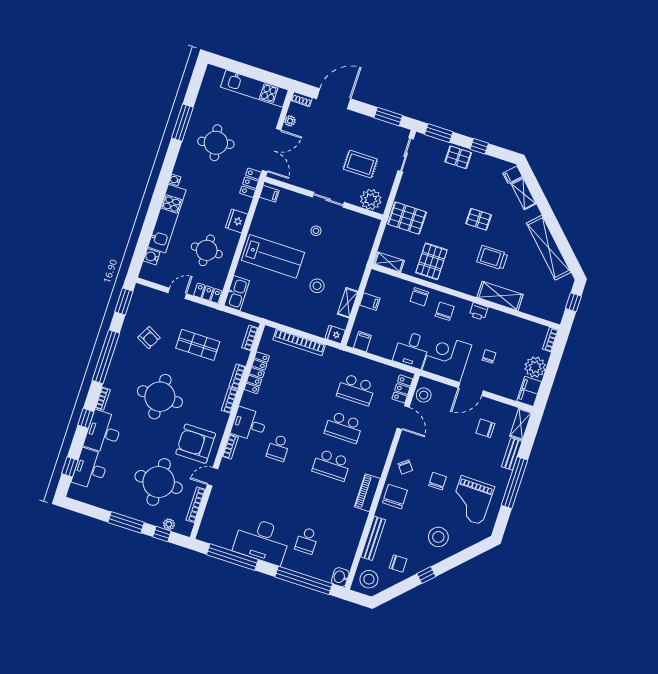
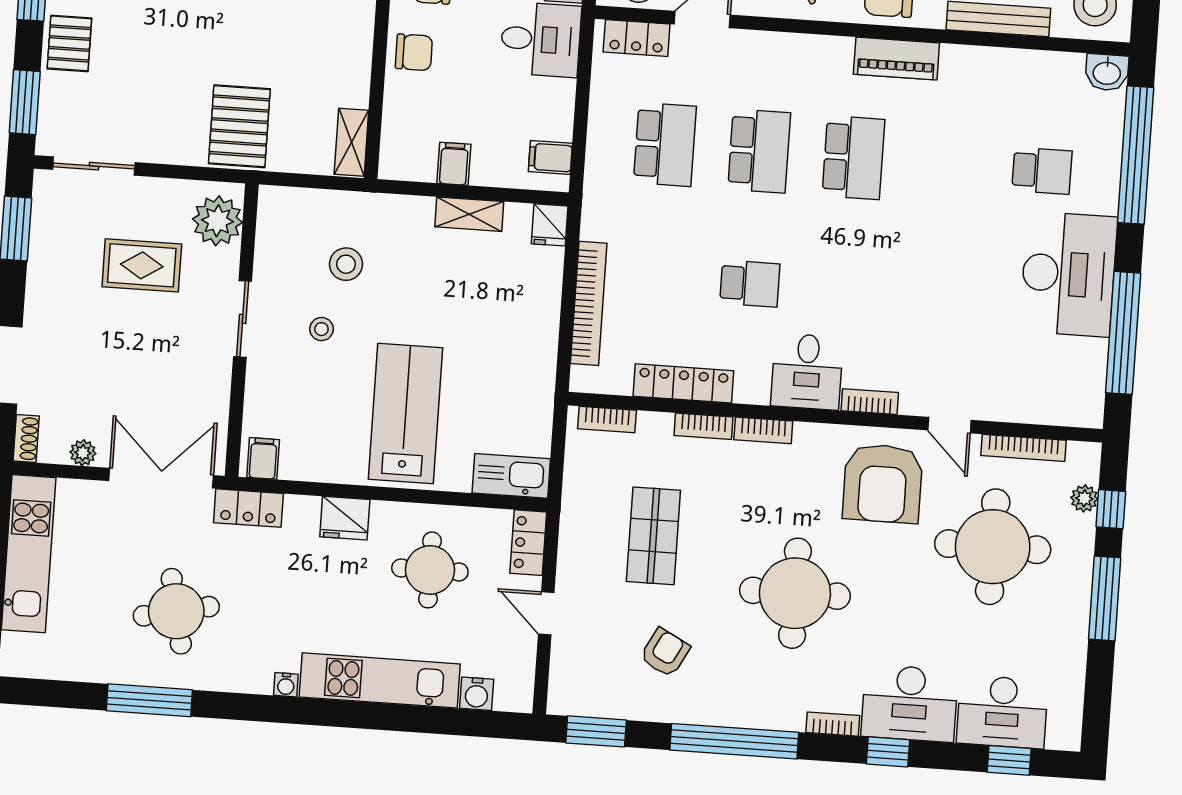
rug: (360, 164) -> (142, 265), turned 90
pallet: (431, 261) -> (325, 45), removed
stool: (317, 286) -> (346, 264), moved
school desk: (278, 448) -> (750, 284), moved

